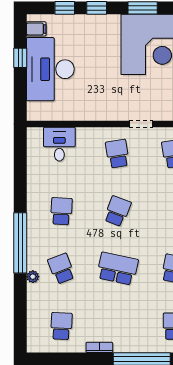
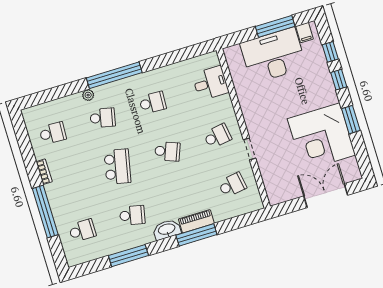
window: (20, 58) -> (275, 26), width x2.17
school desk: (61, 269) -> (103, 118), turned 33

